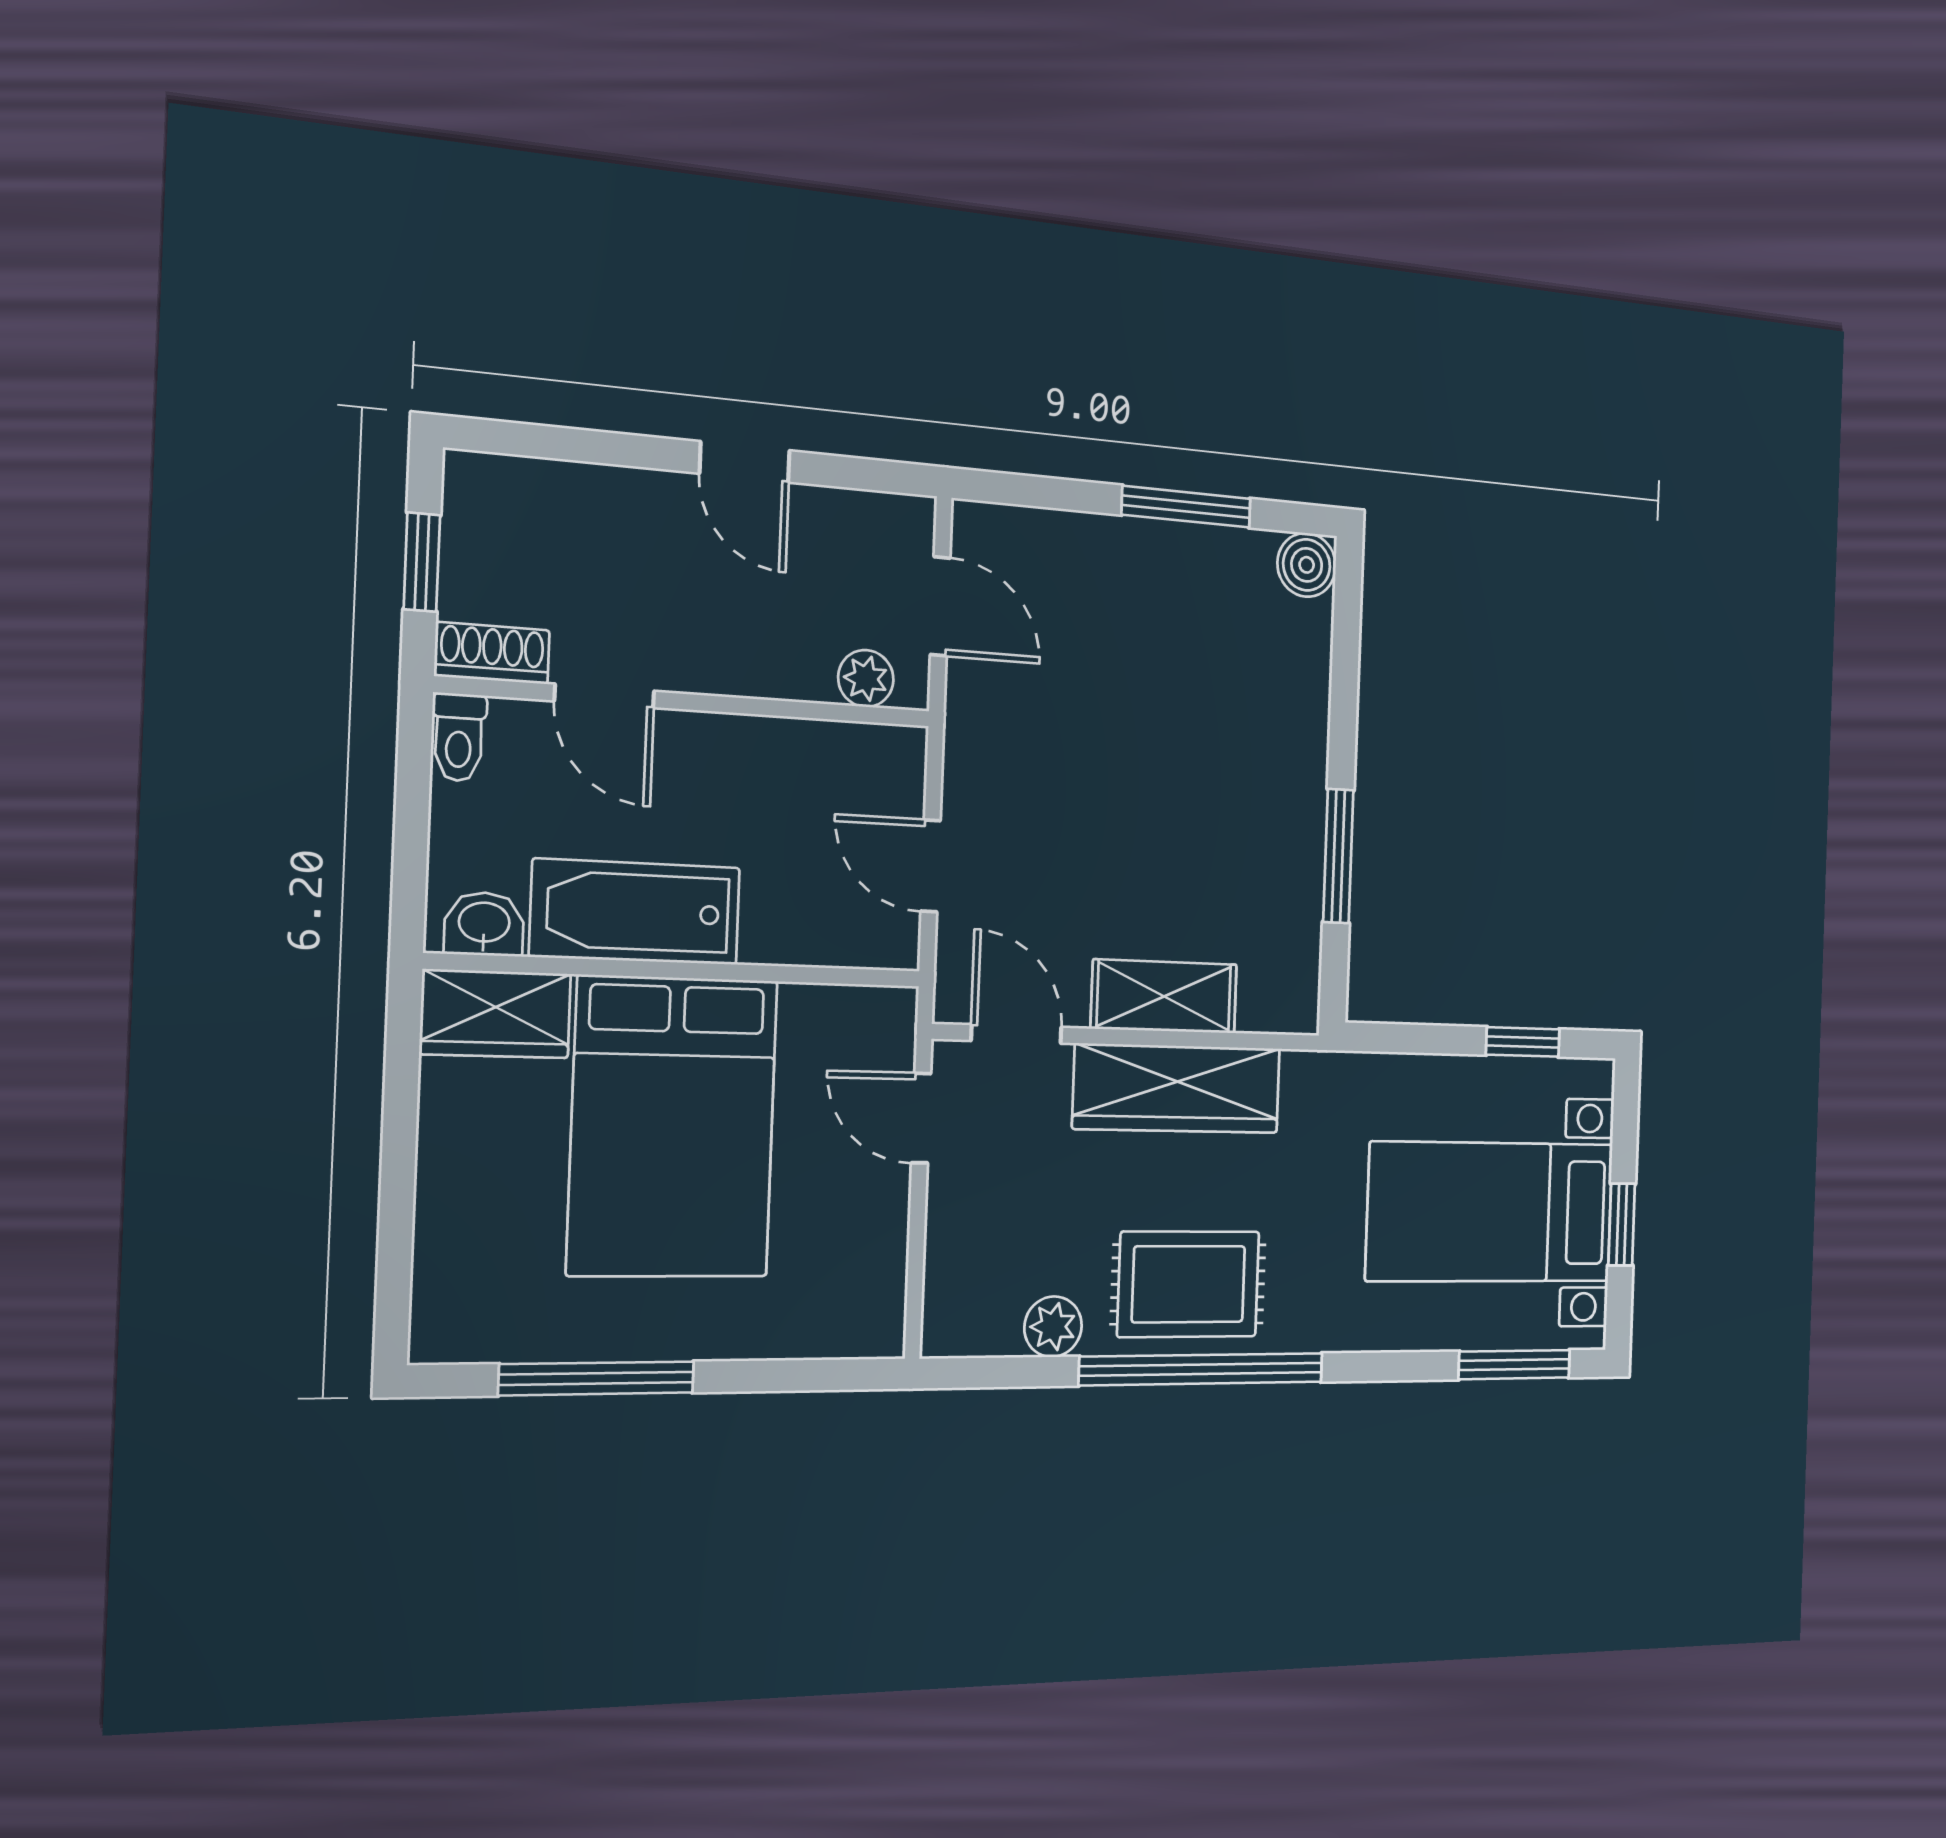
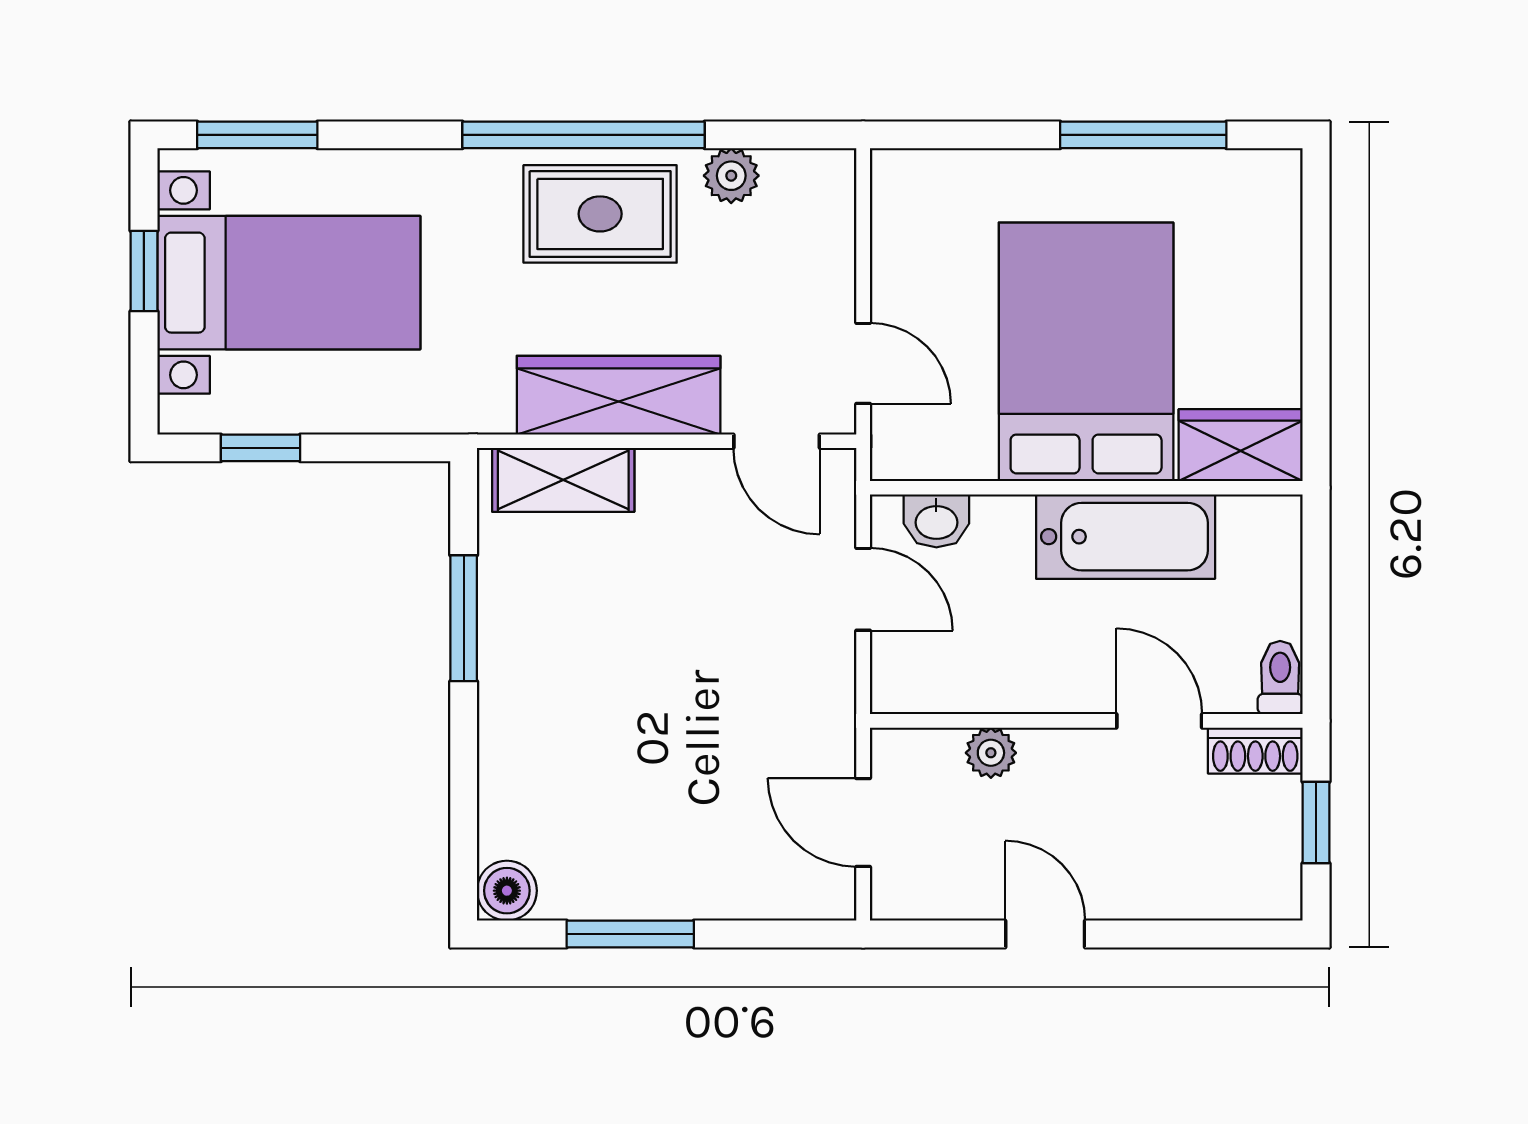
plant: (866, 678) -> (991, 753), moved
washbasin: (484, 924) -> (936, 521), moved
shelving: (1164, 996) -> (563, 480), moved

